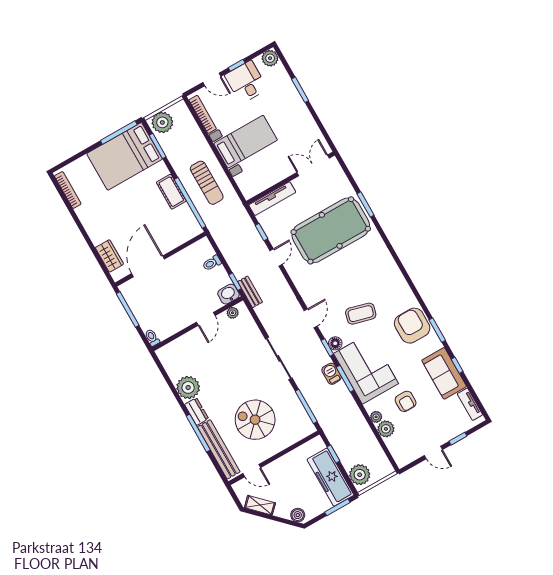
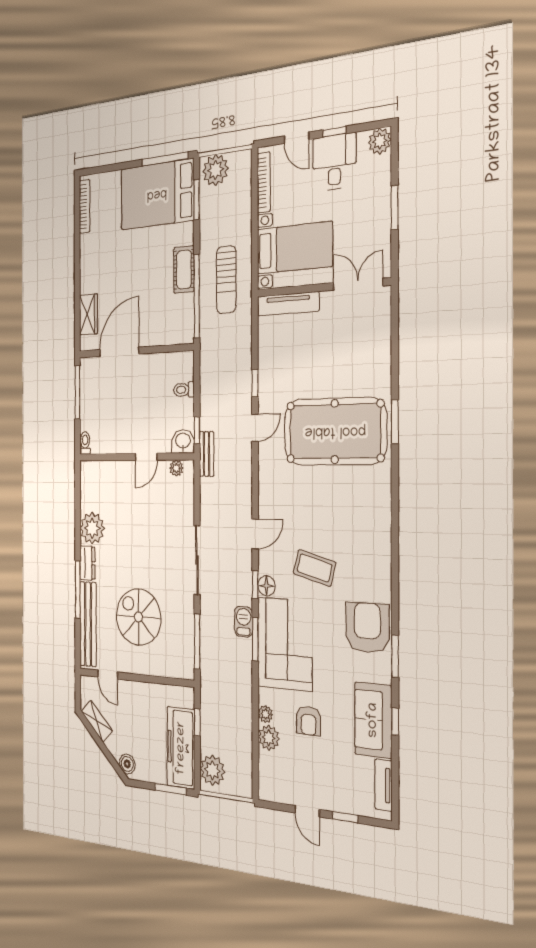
double door: (313, 165) -> (358, 284), moved
wall: (291, 178) -> (322, 287), moved
tv unit: (272, 199) -> (288, 304), moved

